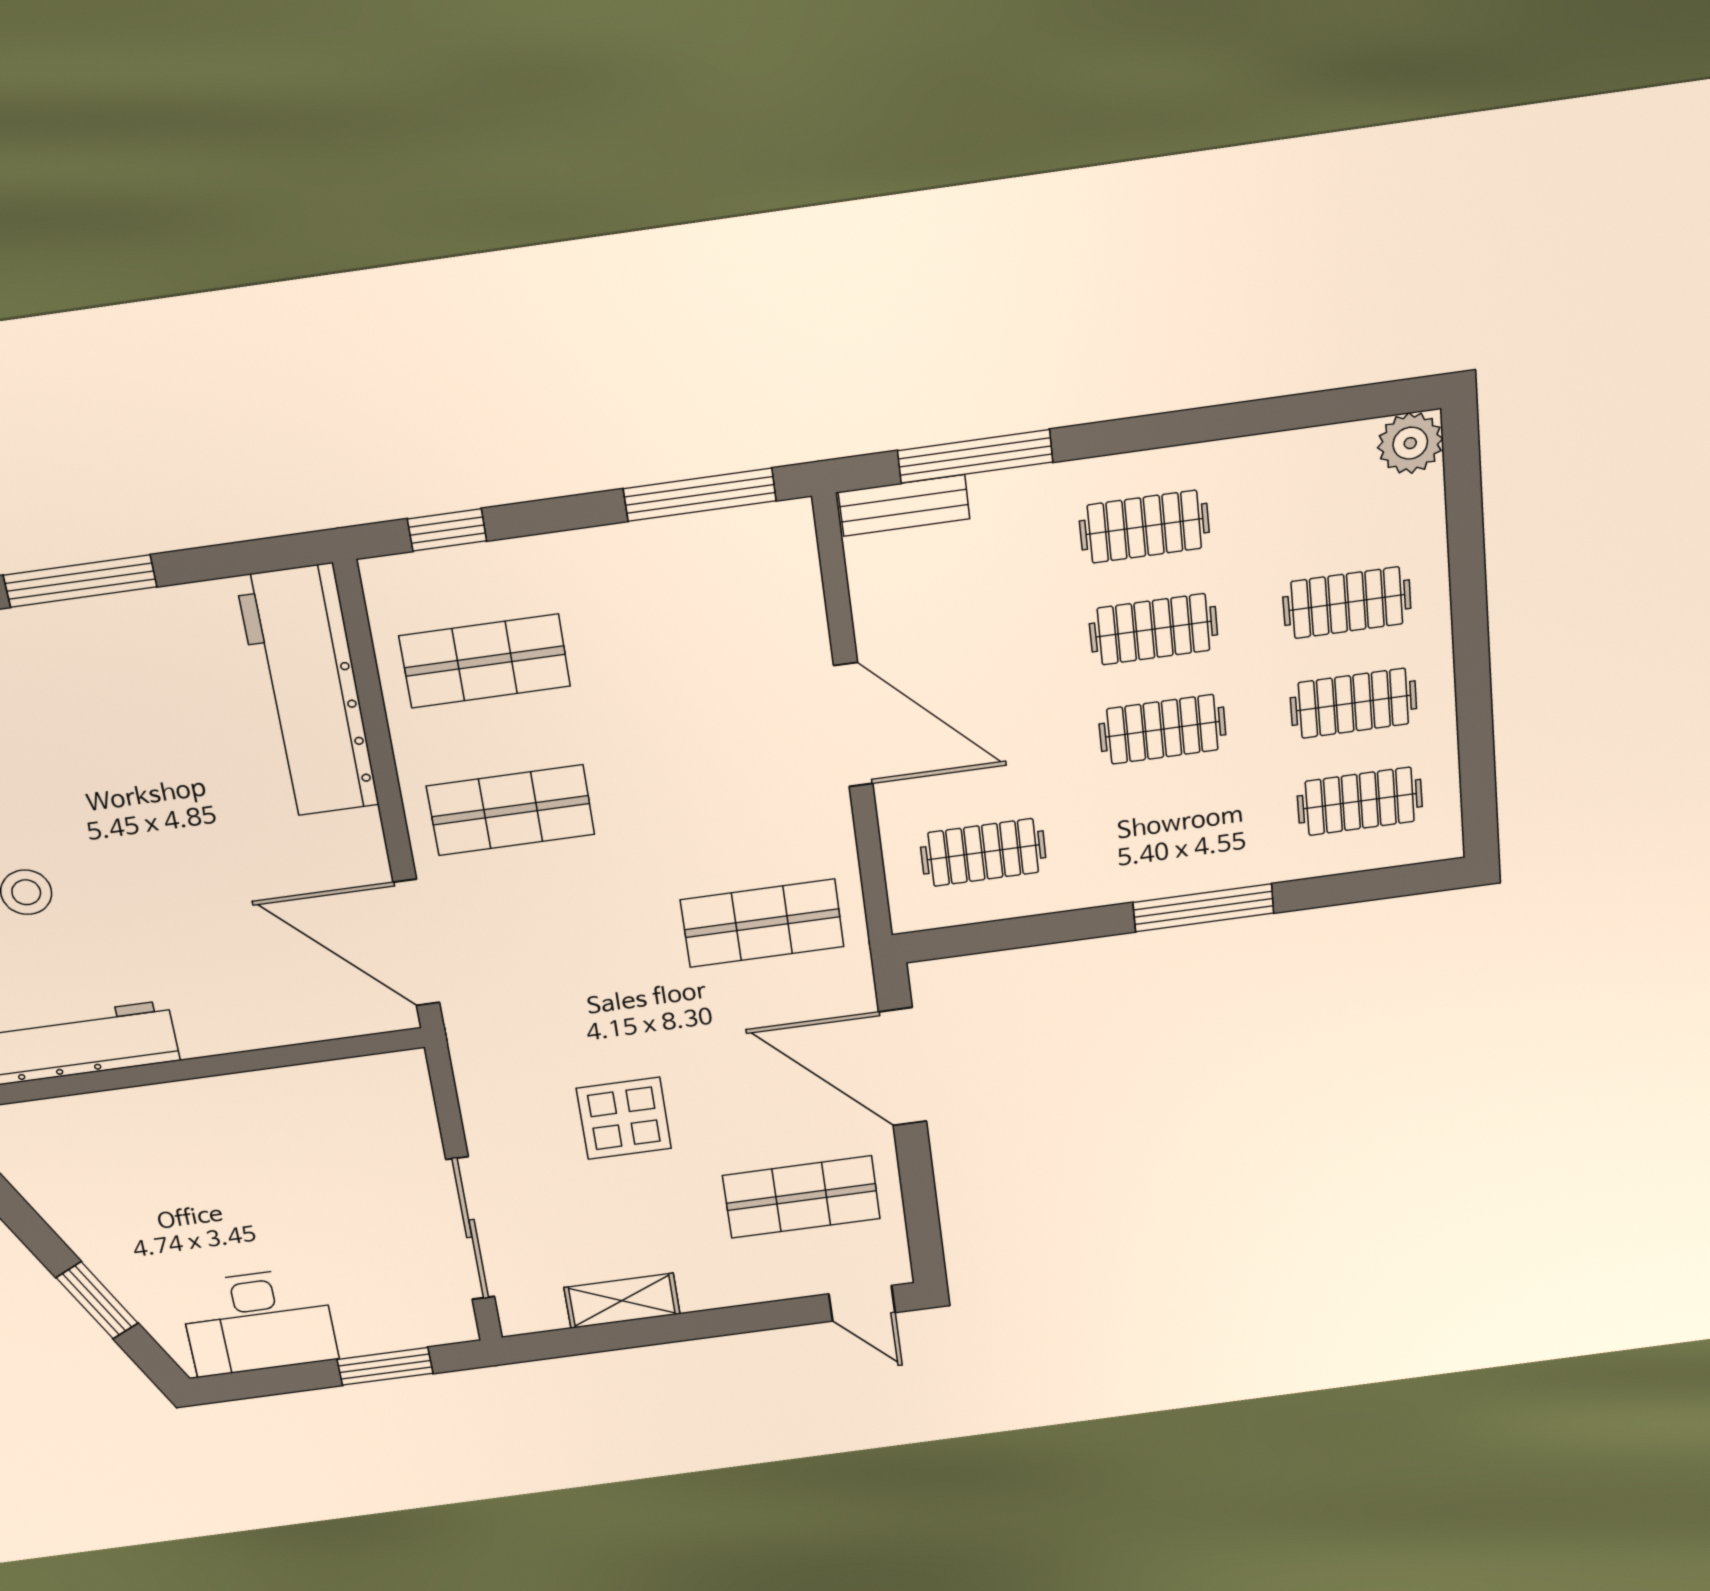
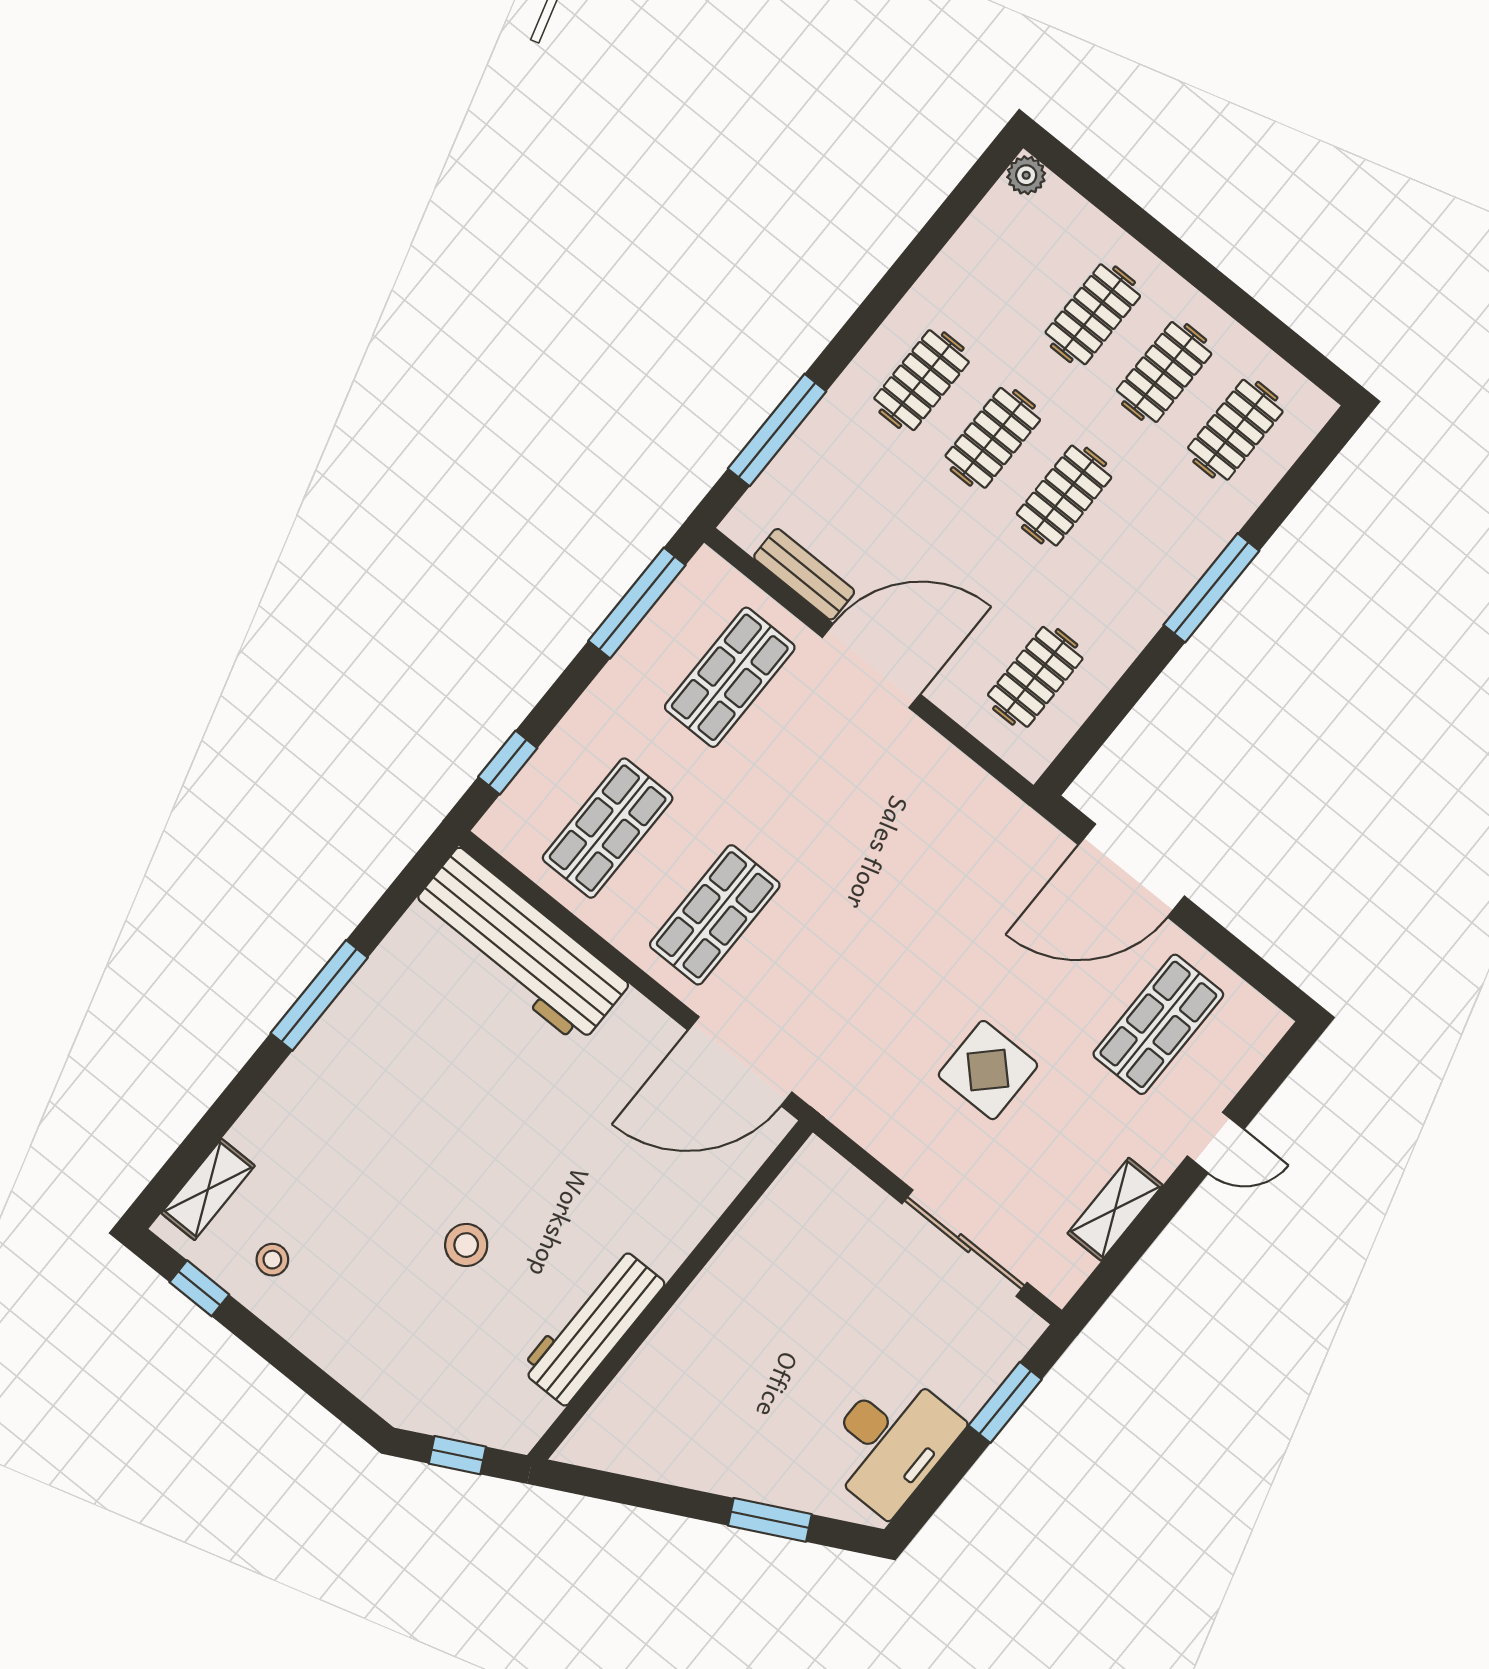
plant: (1410, 443) -> (1026, 175), width x0.73, depth x0.73
bench: (904, 505) -> (804, 574), moved, turned 90
shop shelf: (762, 923) -> (730, 677), moved
door: (862, 1303) -> (1215, 1143), moved

